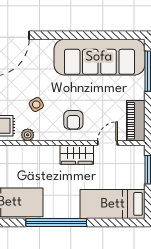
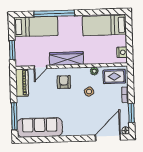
sofa: (99, 57) -> (40, 127), width x0.74, depth x0.79
wardrobe: (77, 155) -> (66, 59), width x1.50
window: (56, 222) -> (54, 13), moved

